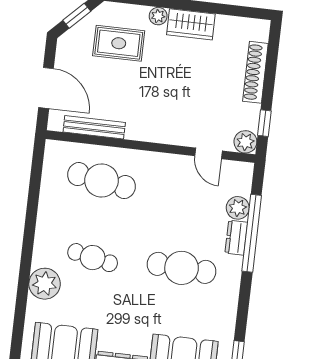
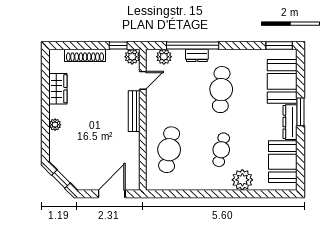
wardrobe: (191, 24) -> (58, 89), moved
rug: (119, 43) -> (76, 149), removed
bench: (94, 127) -> (134, 111), moved
plant: (238, 208) -> (164, 57), moved

